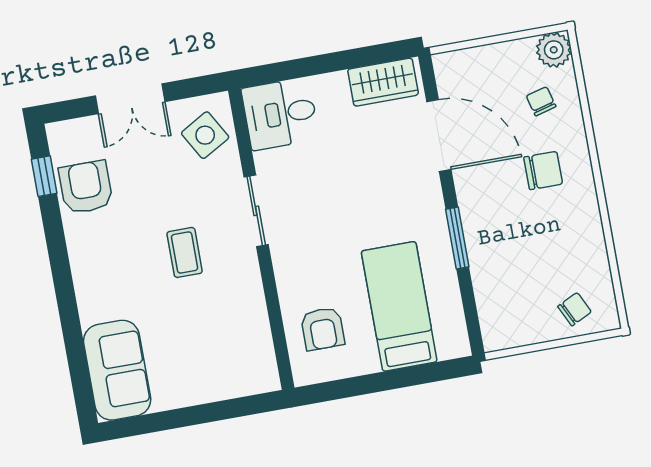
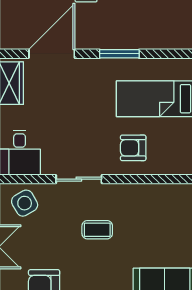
armchair: (323, 329) -> (133, 148), moved, turned 180

